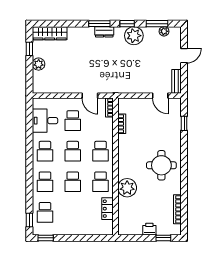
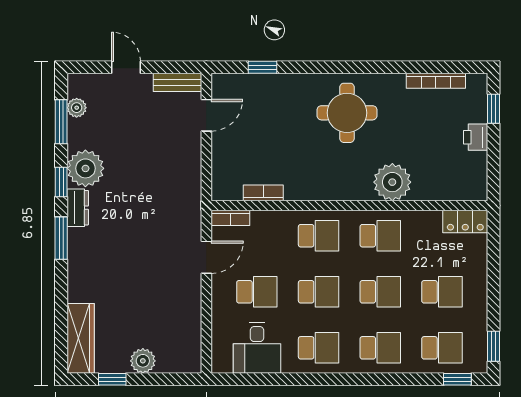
dresser: (104, 32) -> (78, 208), moved
locker: (108, 209) -> (465, 222), moved
school desk: (73, 212) -> (442, 292), added

